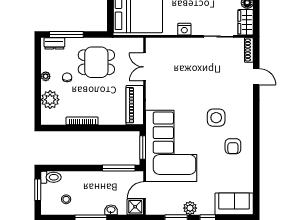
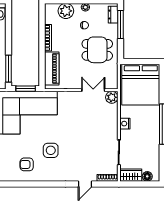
plant: (153, 45) -> (112, 97), added
dining table: (96, 62) -> (97, 50), turned 90
piano: (135, 105) -> (52, 69), moved, turned 90

